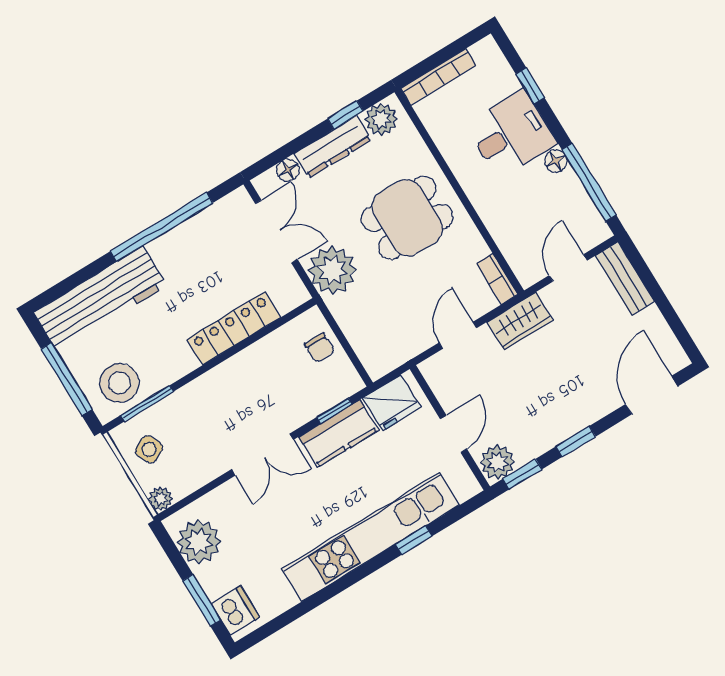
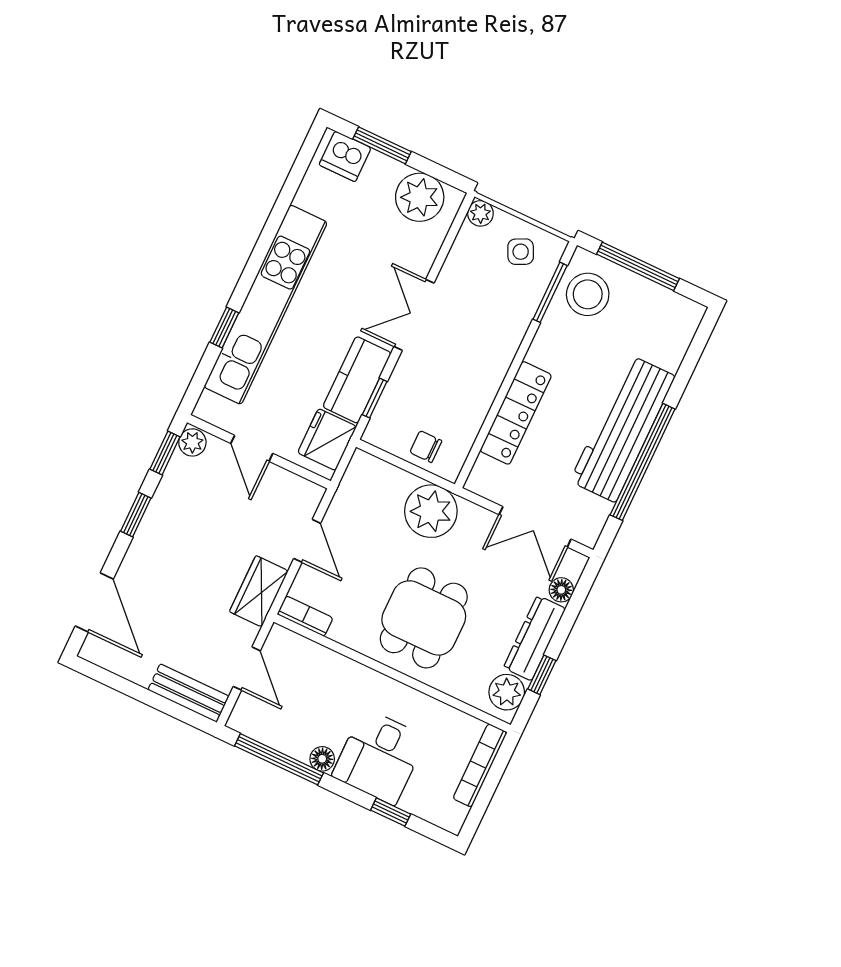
plant: (332, 270) -> (431, 511), moved
workbench: (100, 299) -> (623, 429), moved
plant: (498, 462) -> (192, 442), width x0.73, depth x0.73

